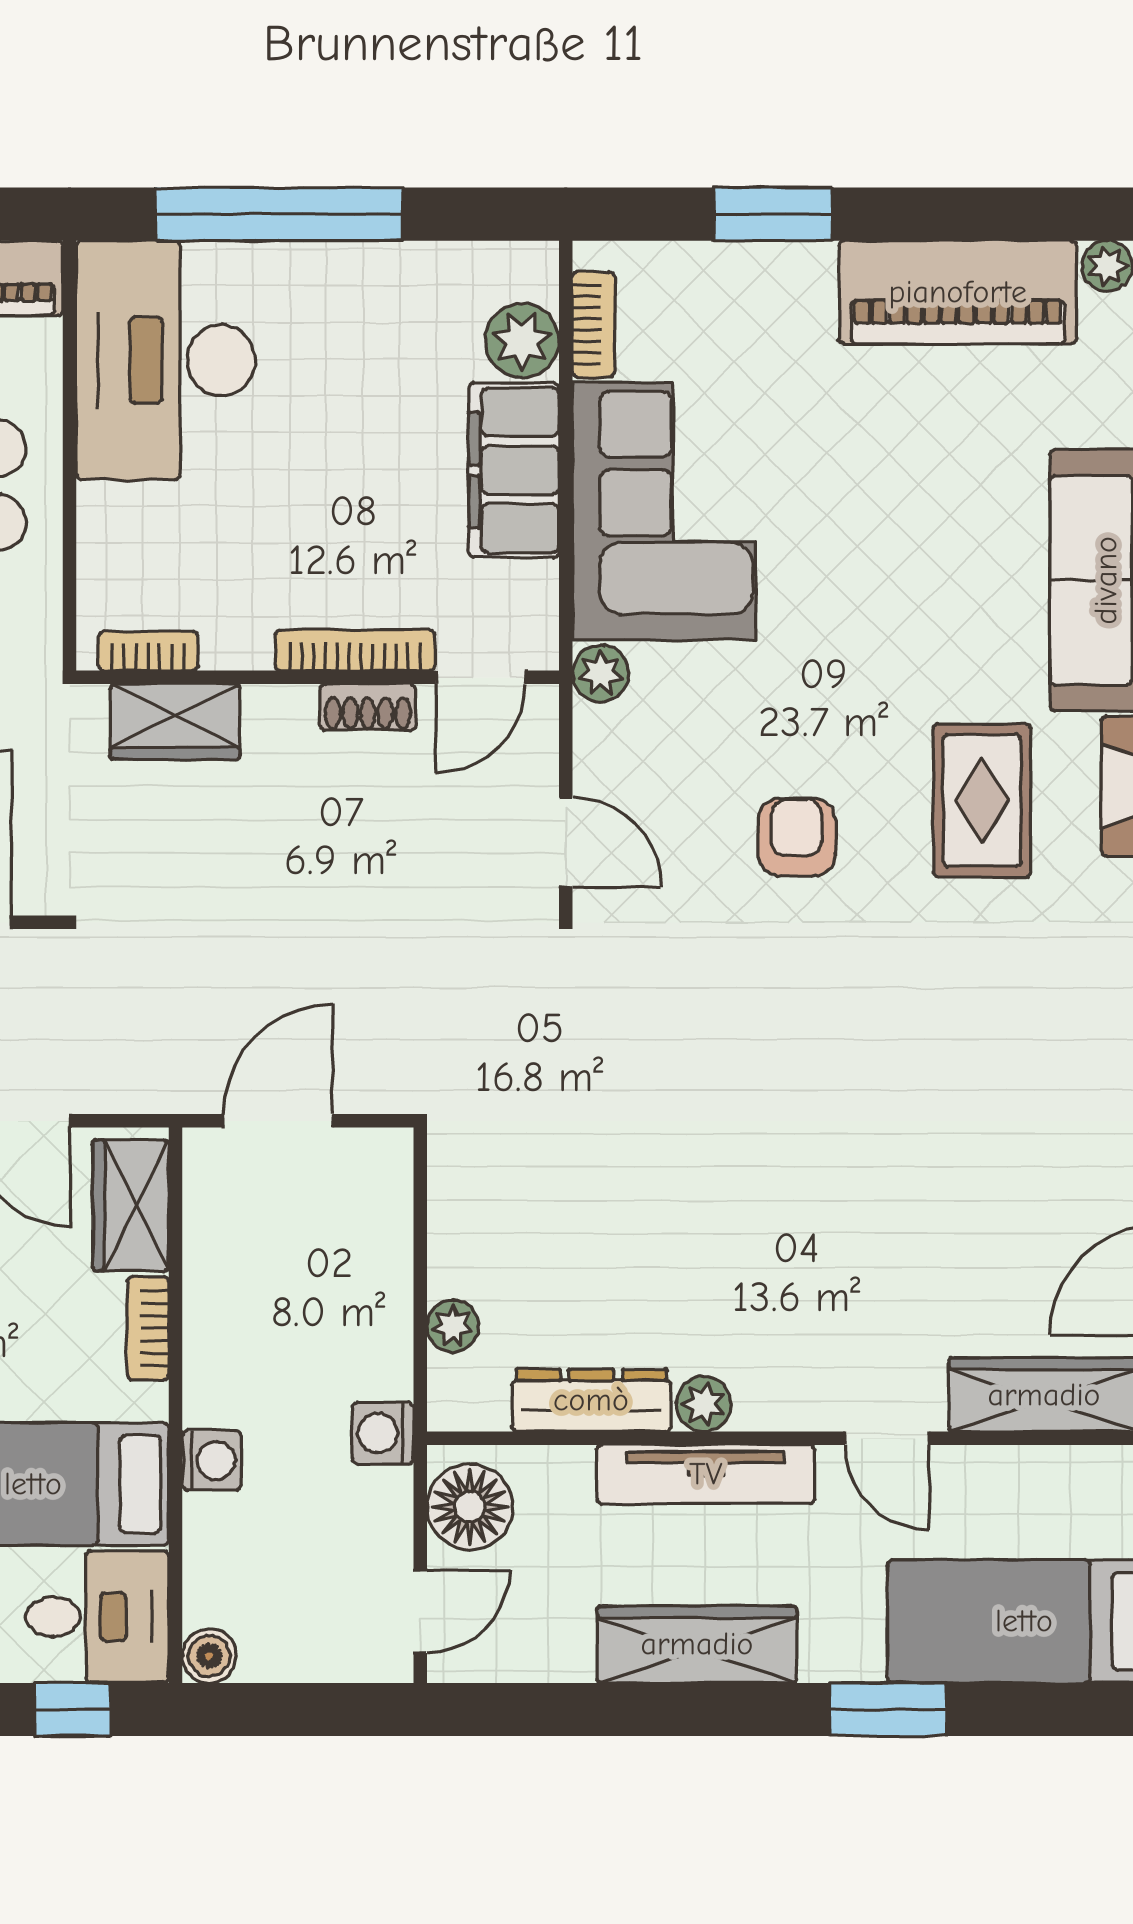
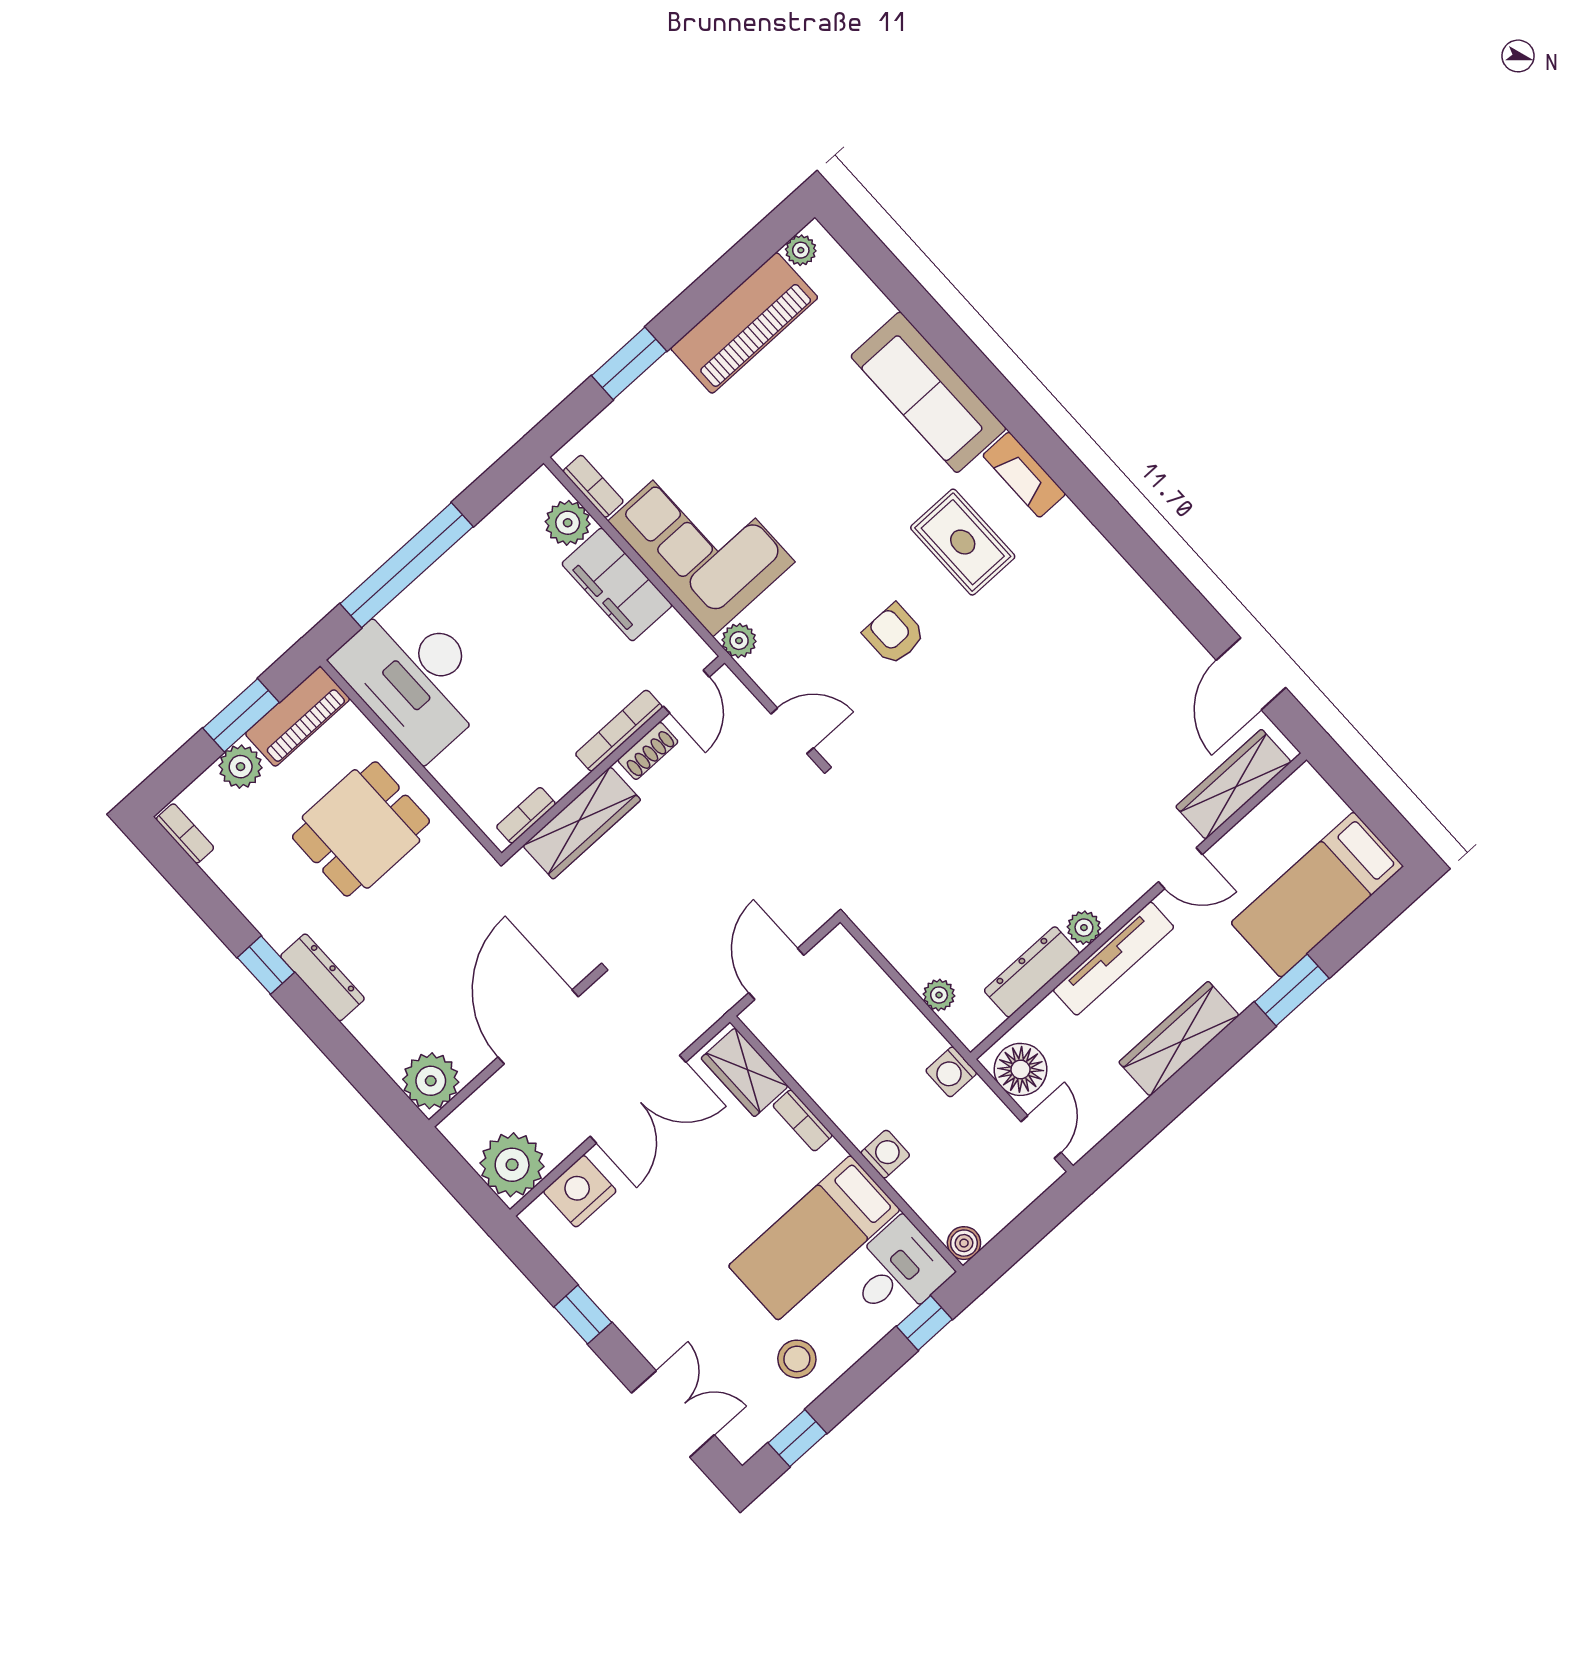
wardrobe: (175, 722) -> (582, 823), width x1.50

